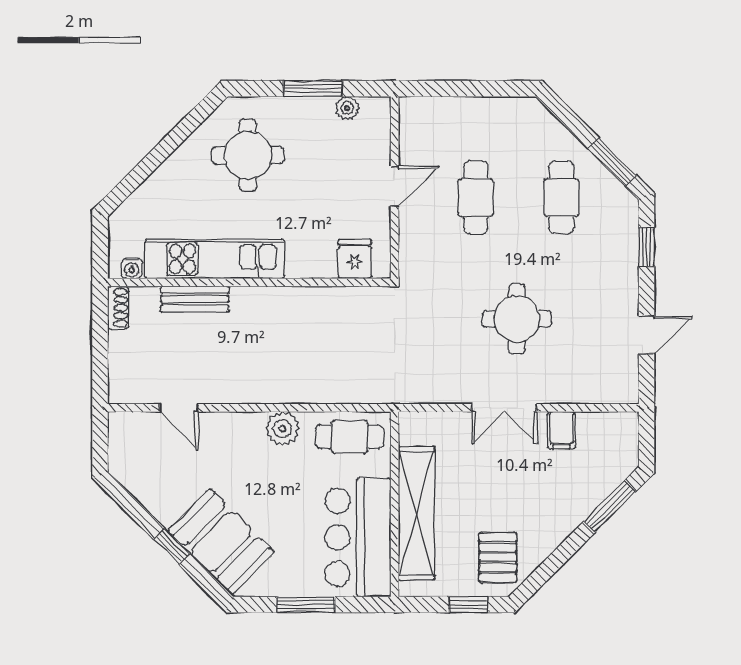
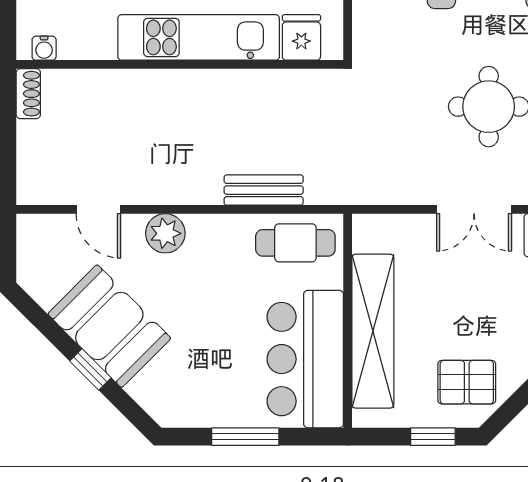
kitchen unit: (215, 259) -> (199, 37), moved
bench: (195, 299) -> (264, 190), moved
plant: (282, 429) -> (165, 233), moved
booth: (221, 542) -> (109, 326), moved
pallet: (498, 558) -> (467, 382), turned 90

